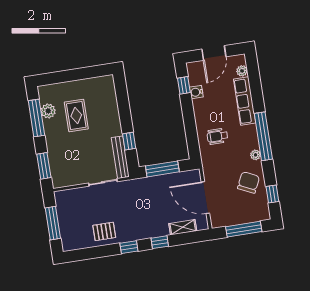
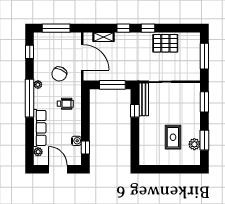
door: (214, 53) -> (58, 169), hinge flipped
window: (36, 118) -> (204, 140), width x0.69
chair: (249, 182) -> (59, 74), moved
pallet: (104, 231) -> (165, 43), width x1.50, depth x1.42

